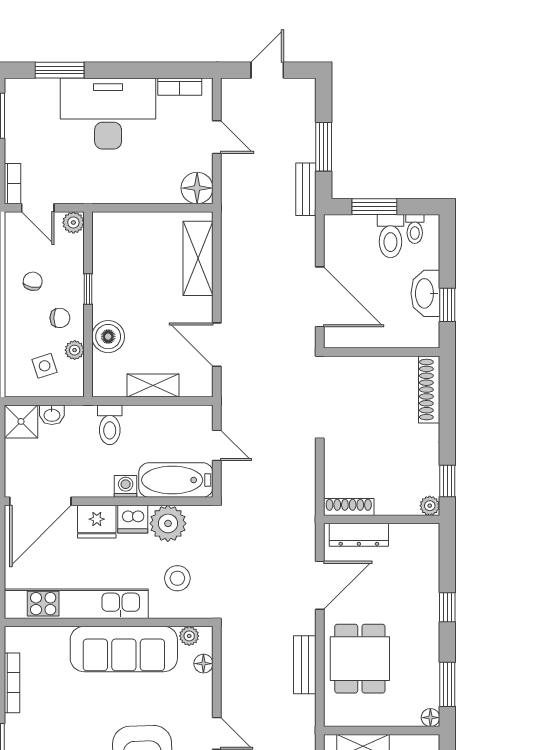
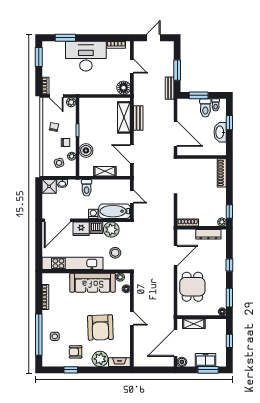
window: (447, 305) -> (229, 123), moved
dresser: (359, 535) -> (208, 234), moved
bench: (305, 665) -> (138, 118), moved

